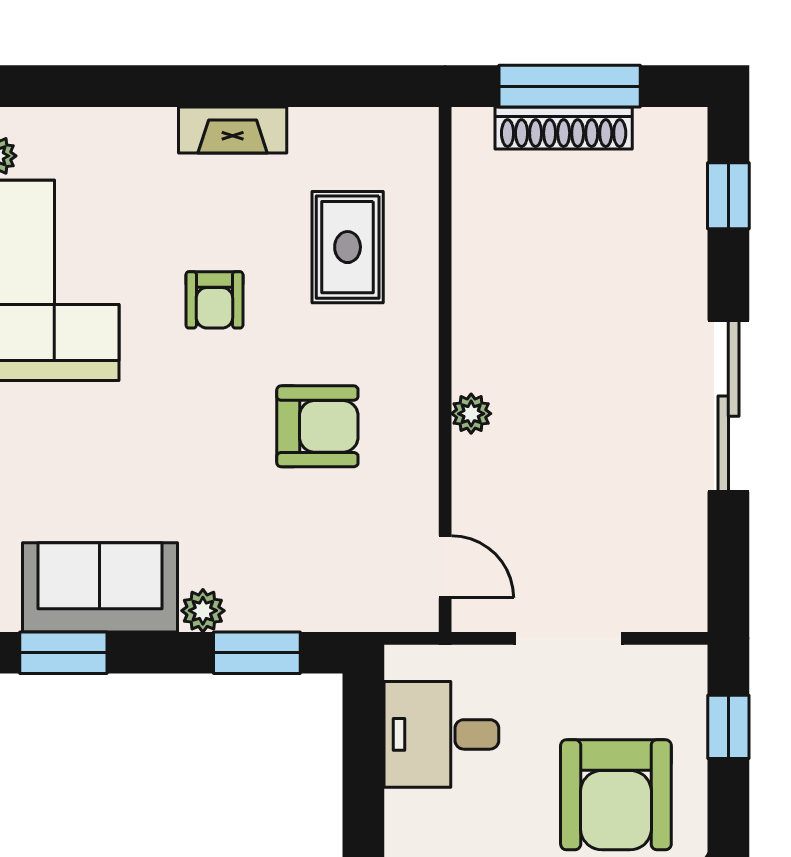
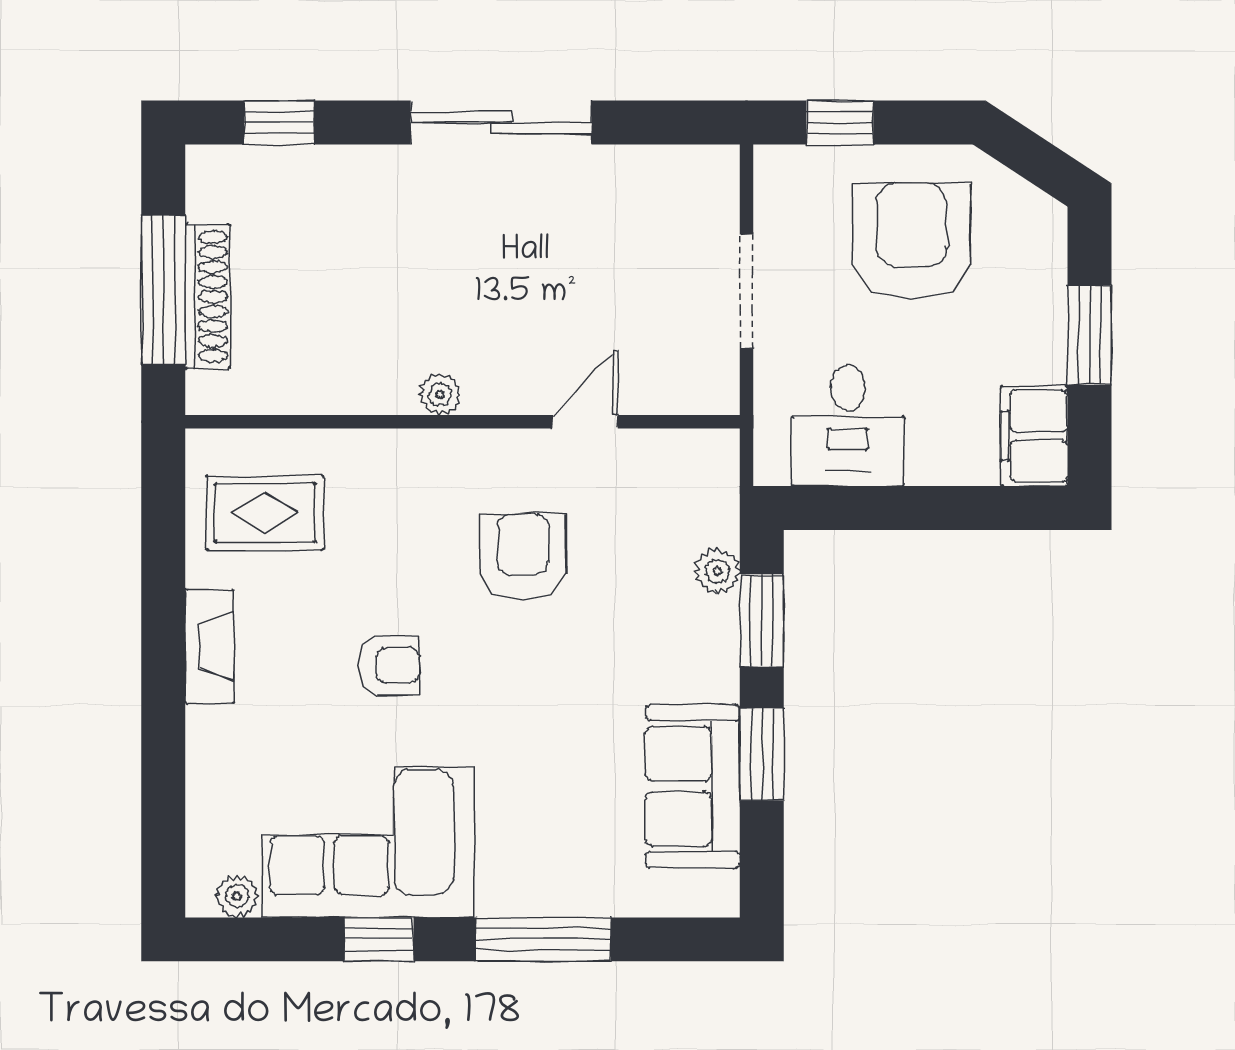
rug: (348, 247) -> (265, 513), moved
plant: (471, 414) -> (440, 394), moved
door: (445, 567) -> (585, 422), moved
plant: (203, 611) -> (717, 571), moved
window: (63, 653) -> (762, 754), moved
armchair: (616, 795) -> (912, 241), turned -90

